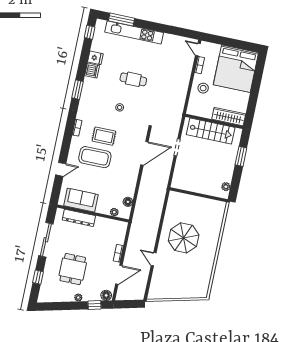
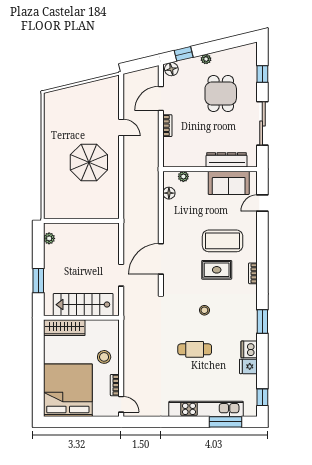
door: (61, 169) -> (262, 203), moved

